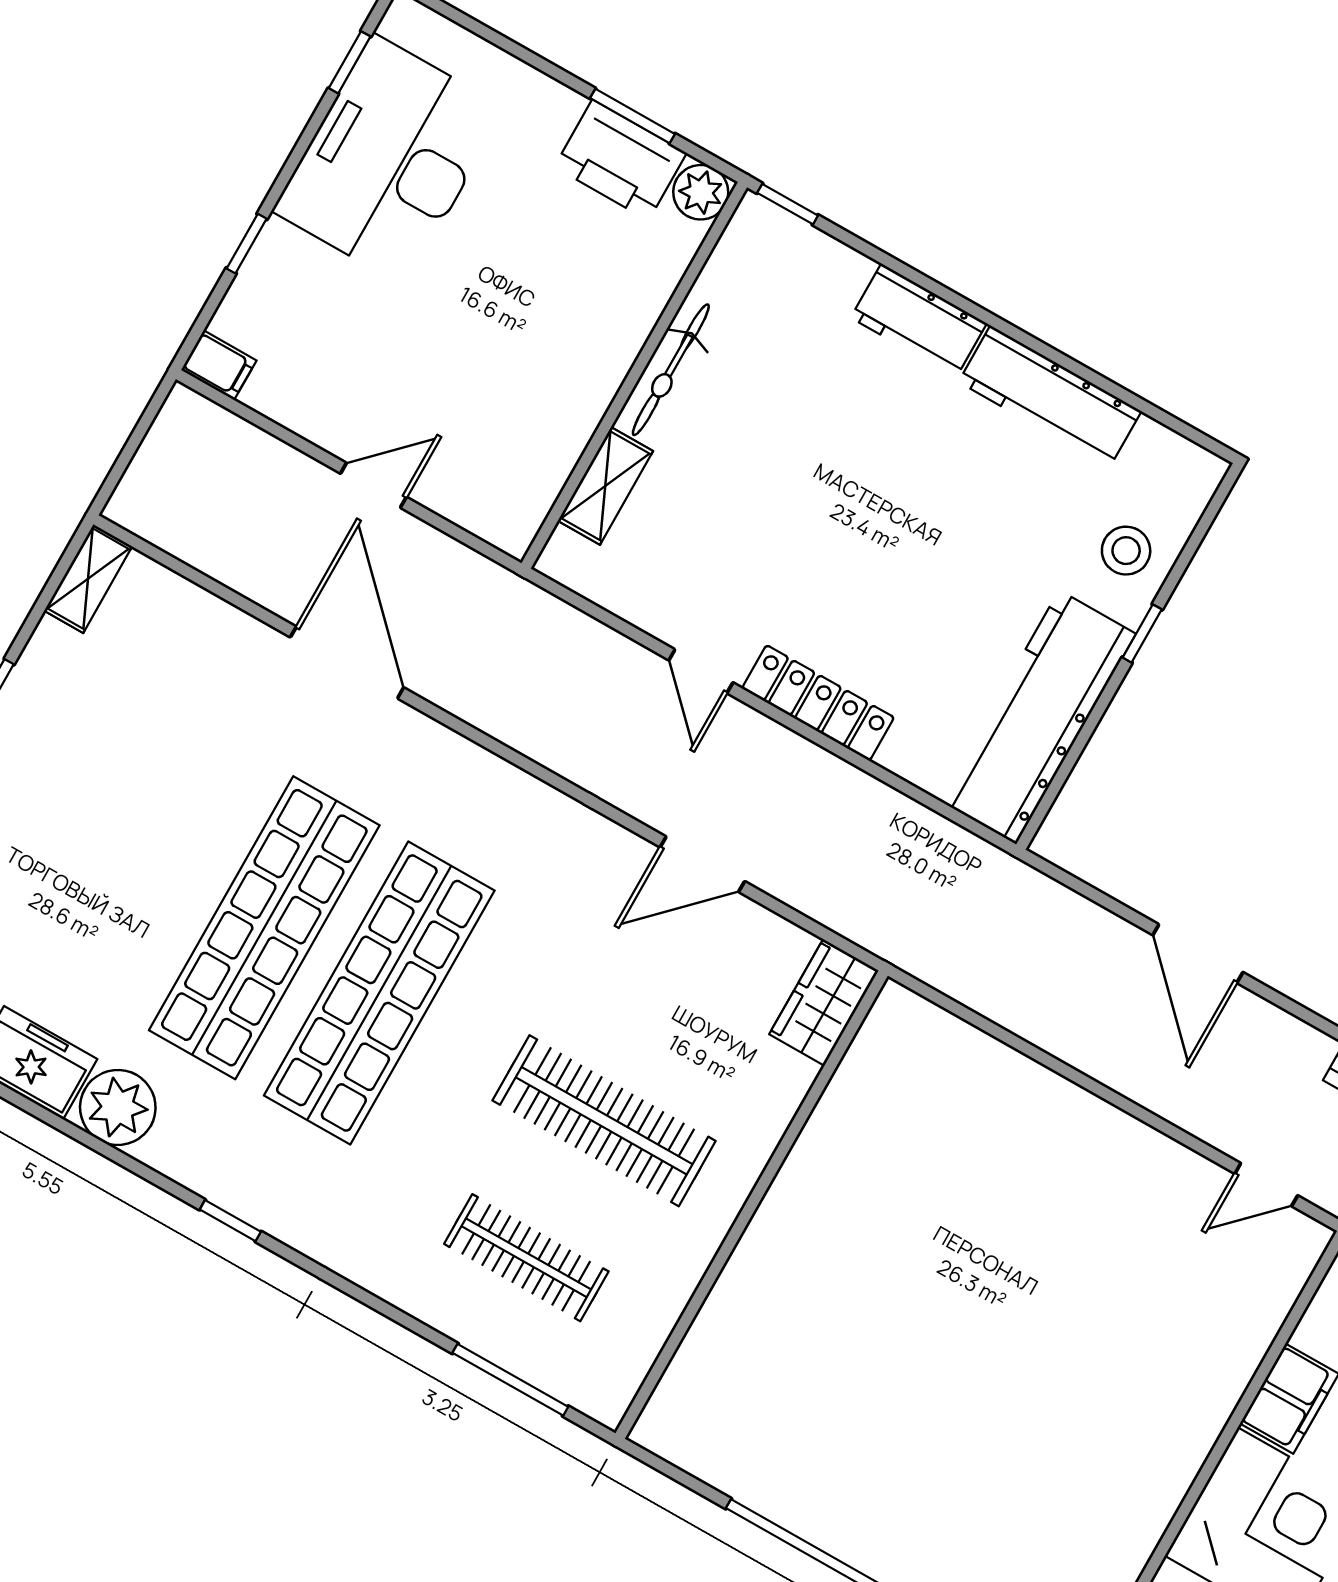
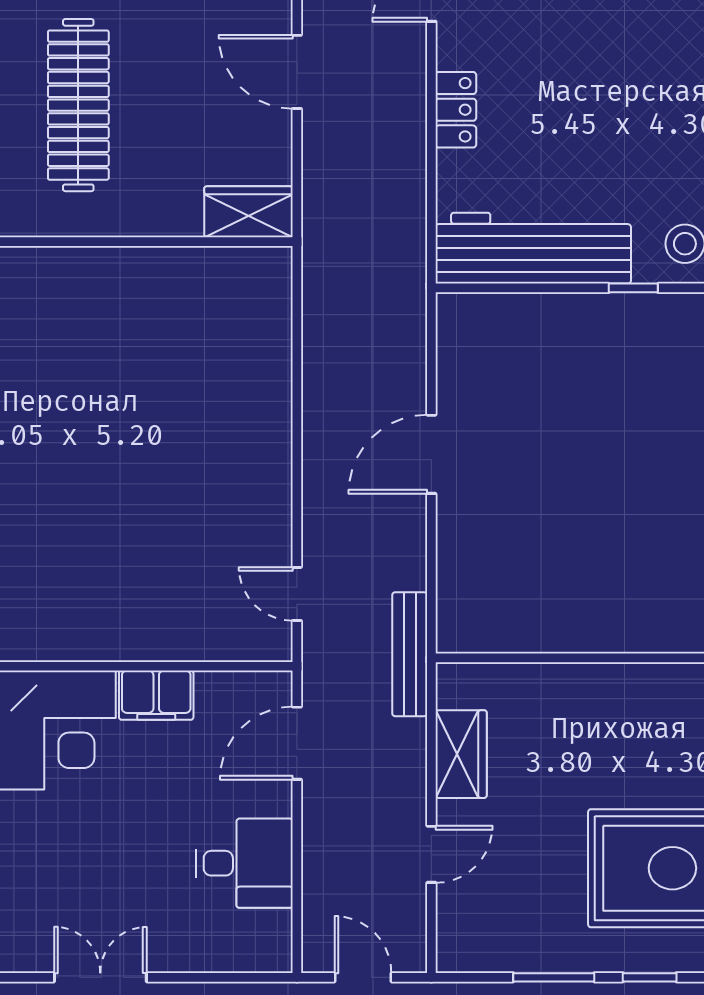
locker: (818, 703) -> (456, 110), width x0.66

